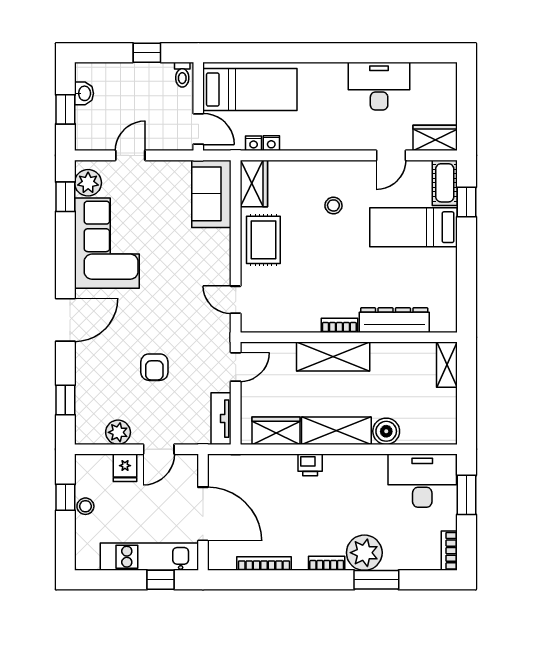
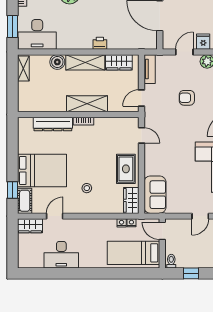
bed: (414, 227) -> (42, 171), width x1.50
shelving: (447, 365) -> (23, 68), moved
armchair: (154, 367) -> (187, 98), turned -90

